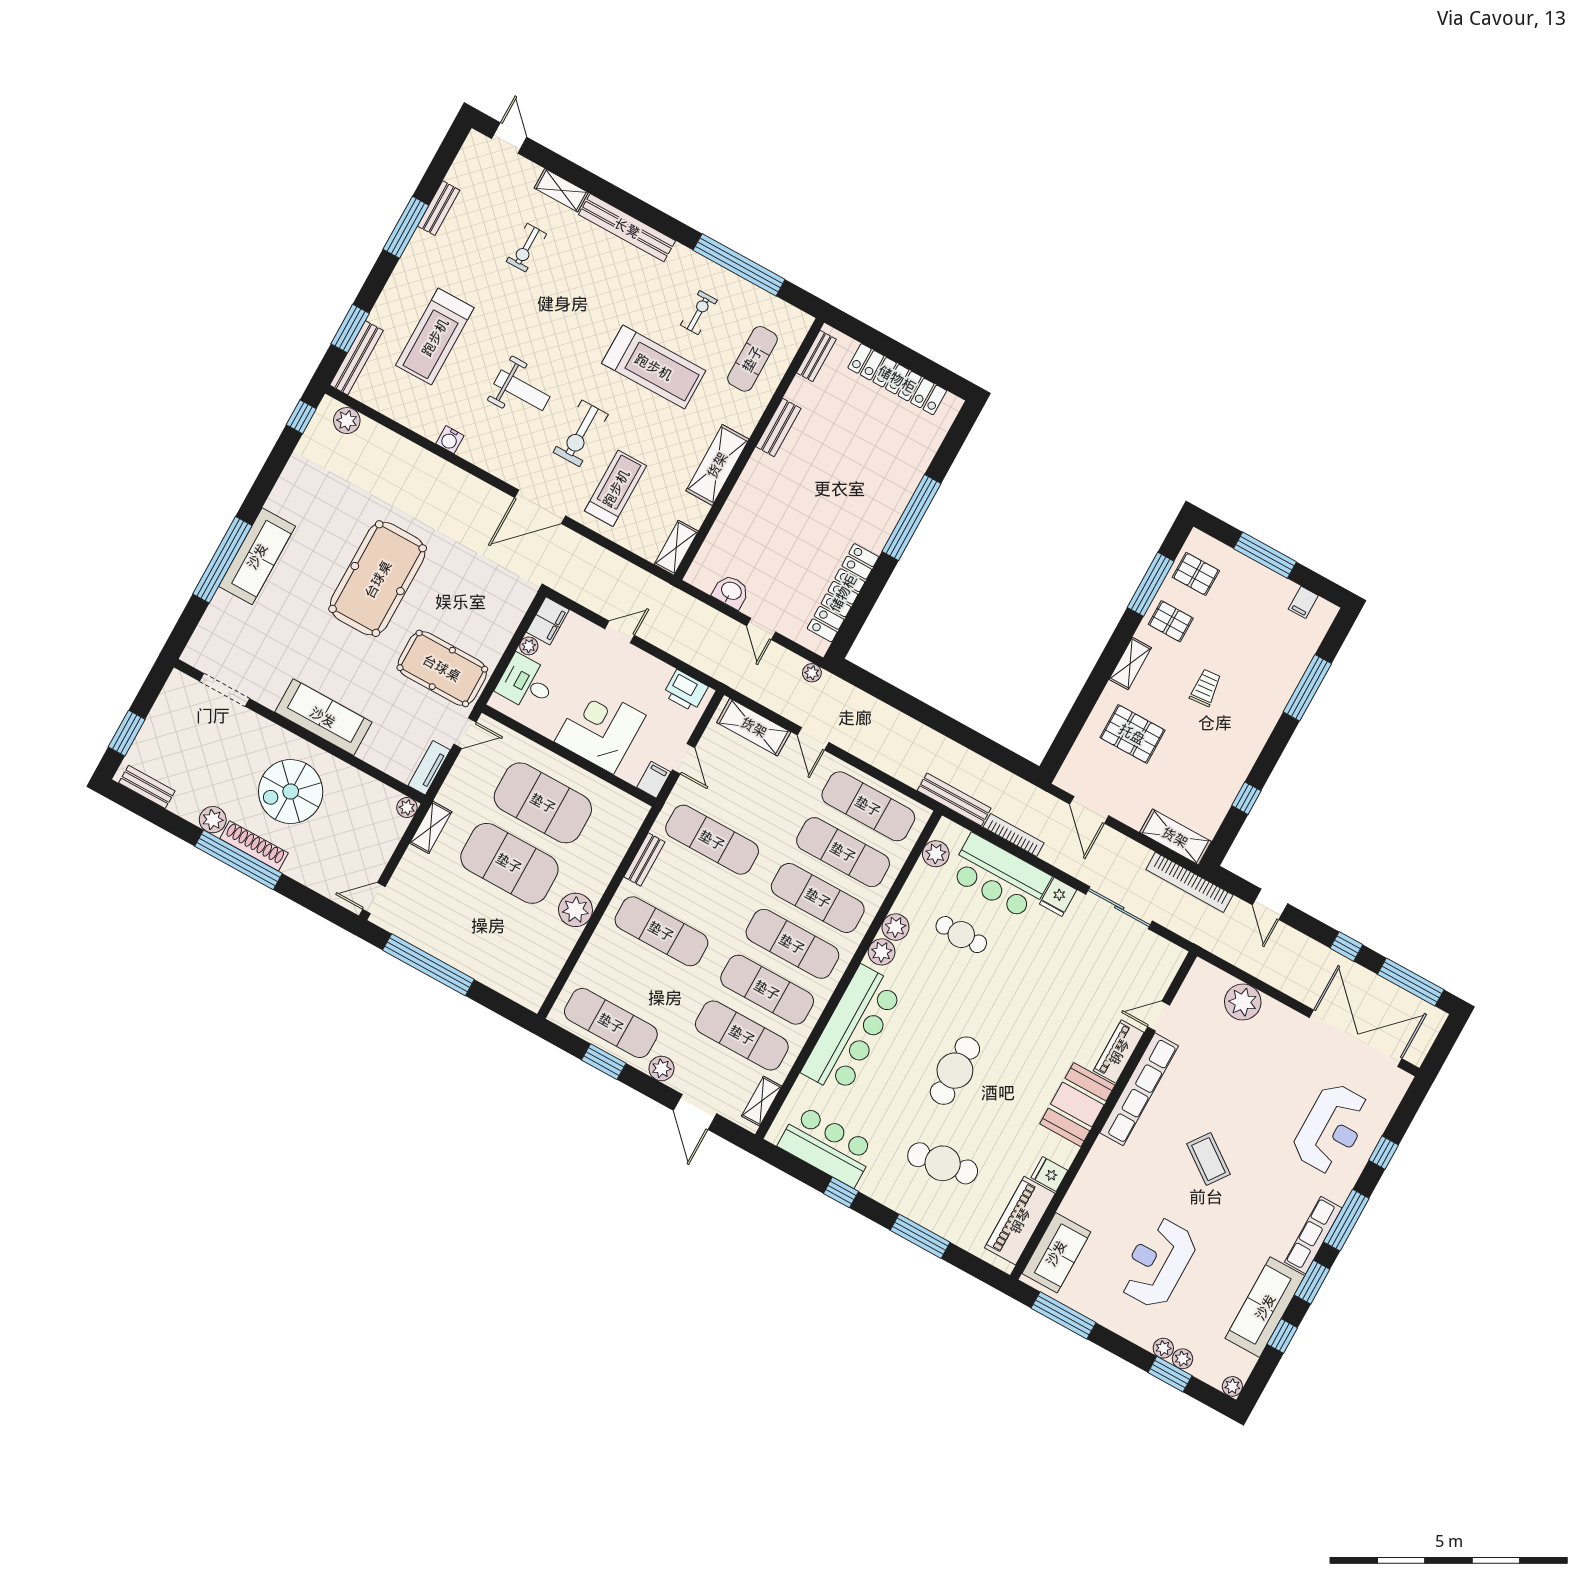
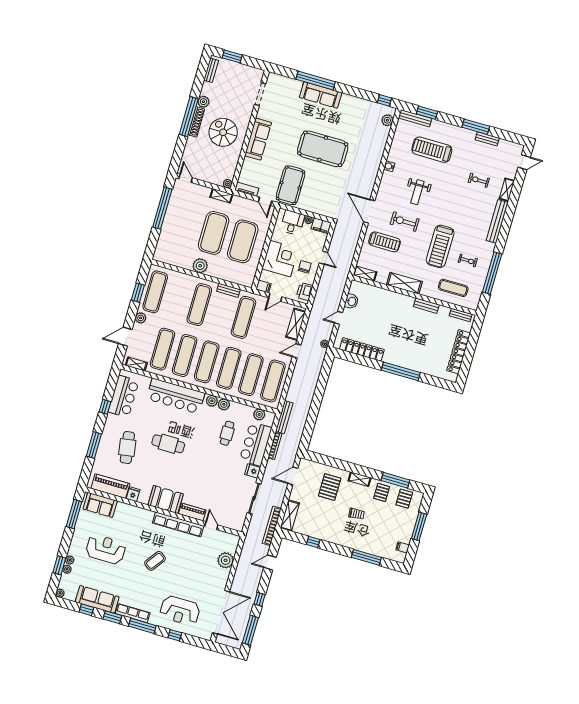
chair: (631, 678) -> (305, 267), added

